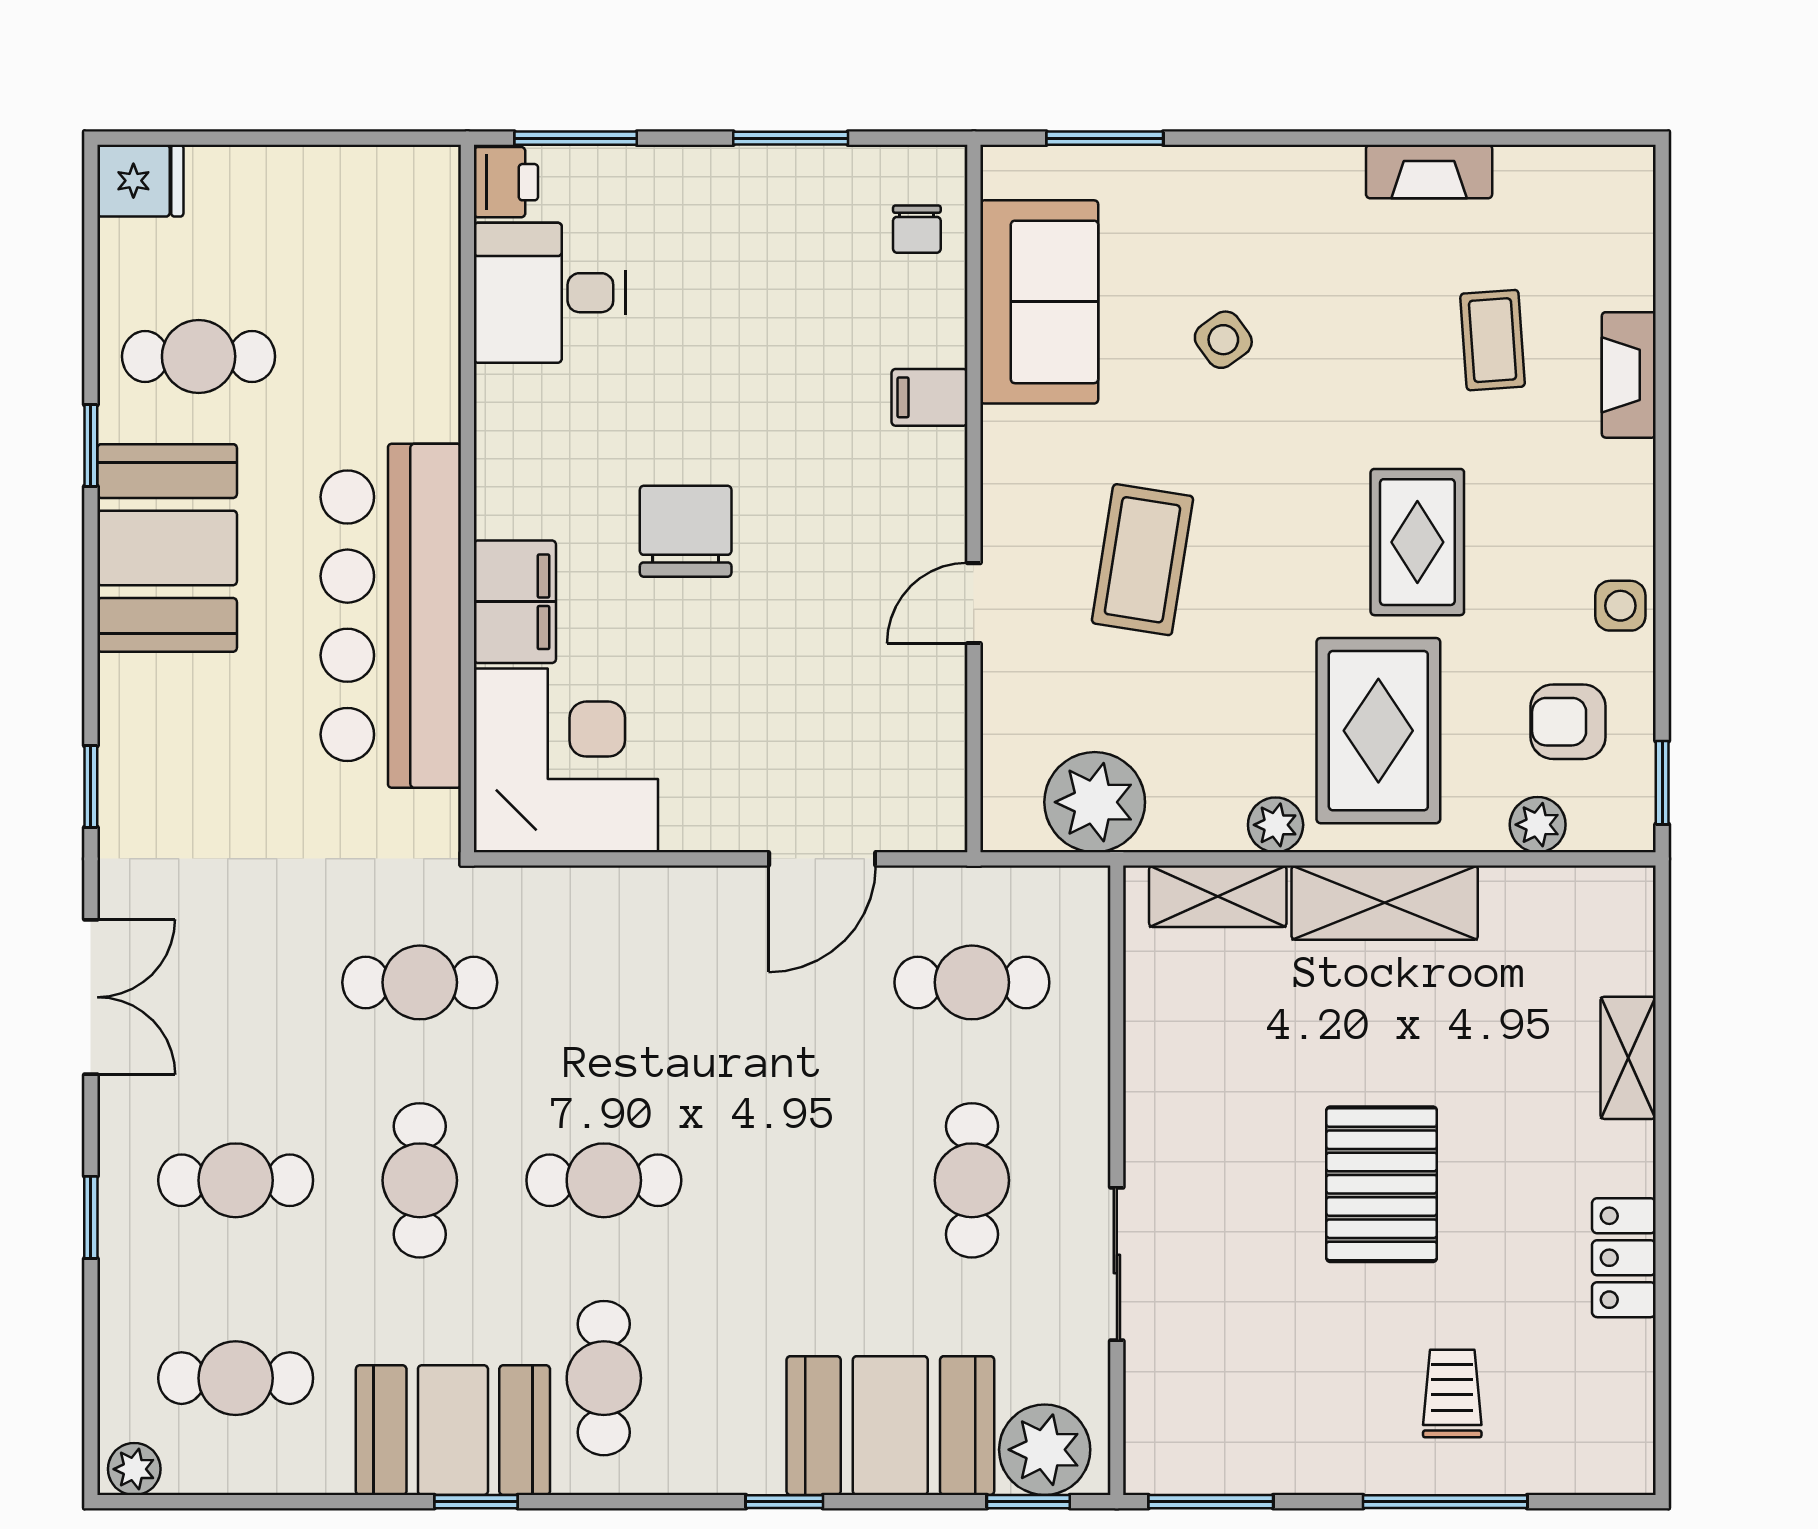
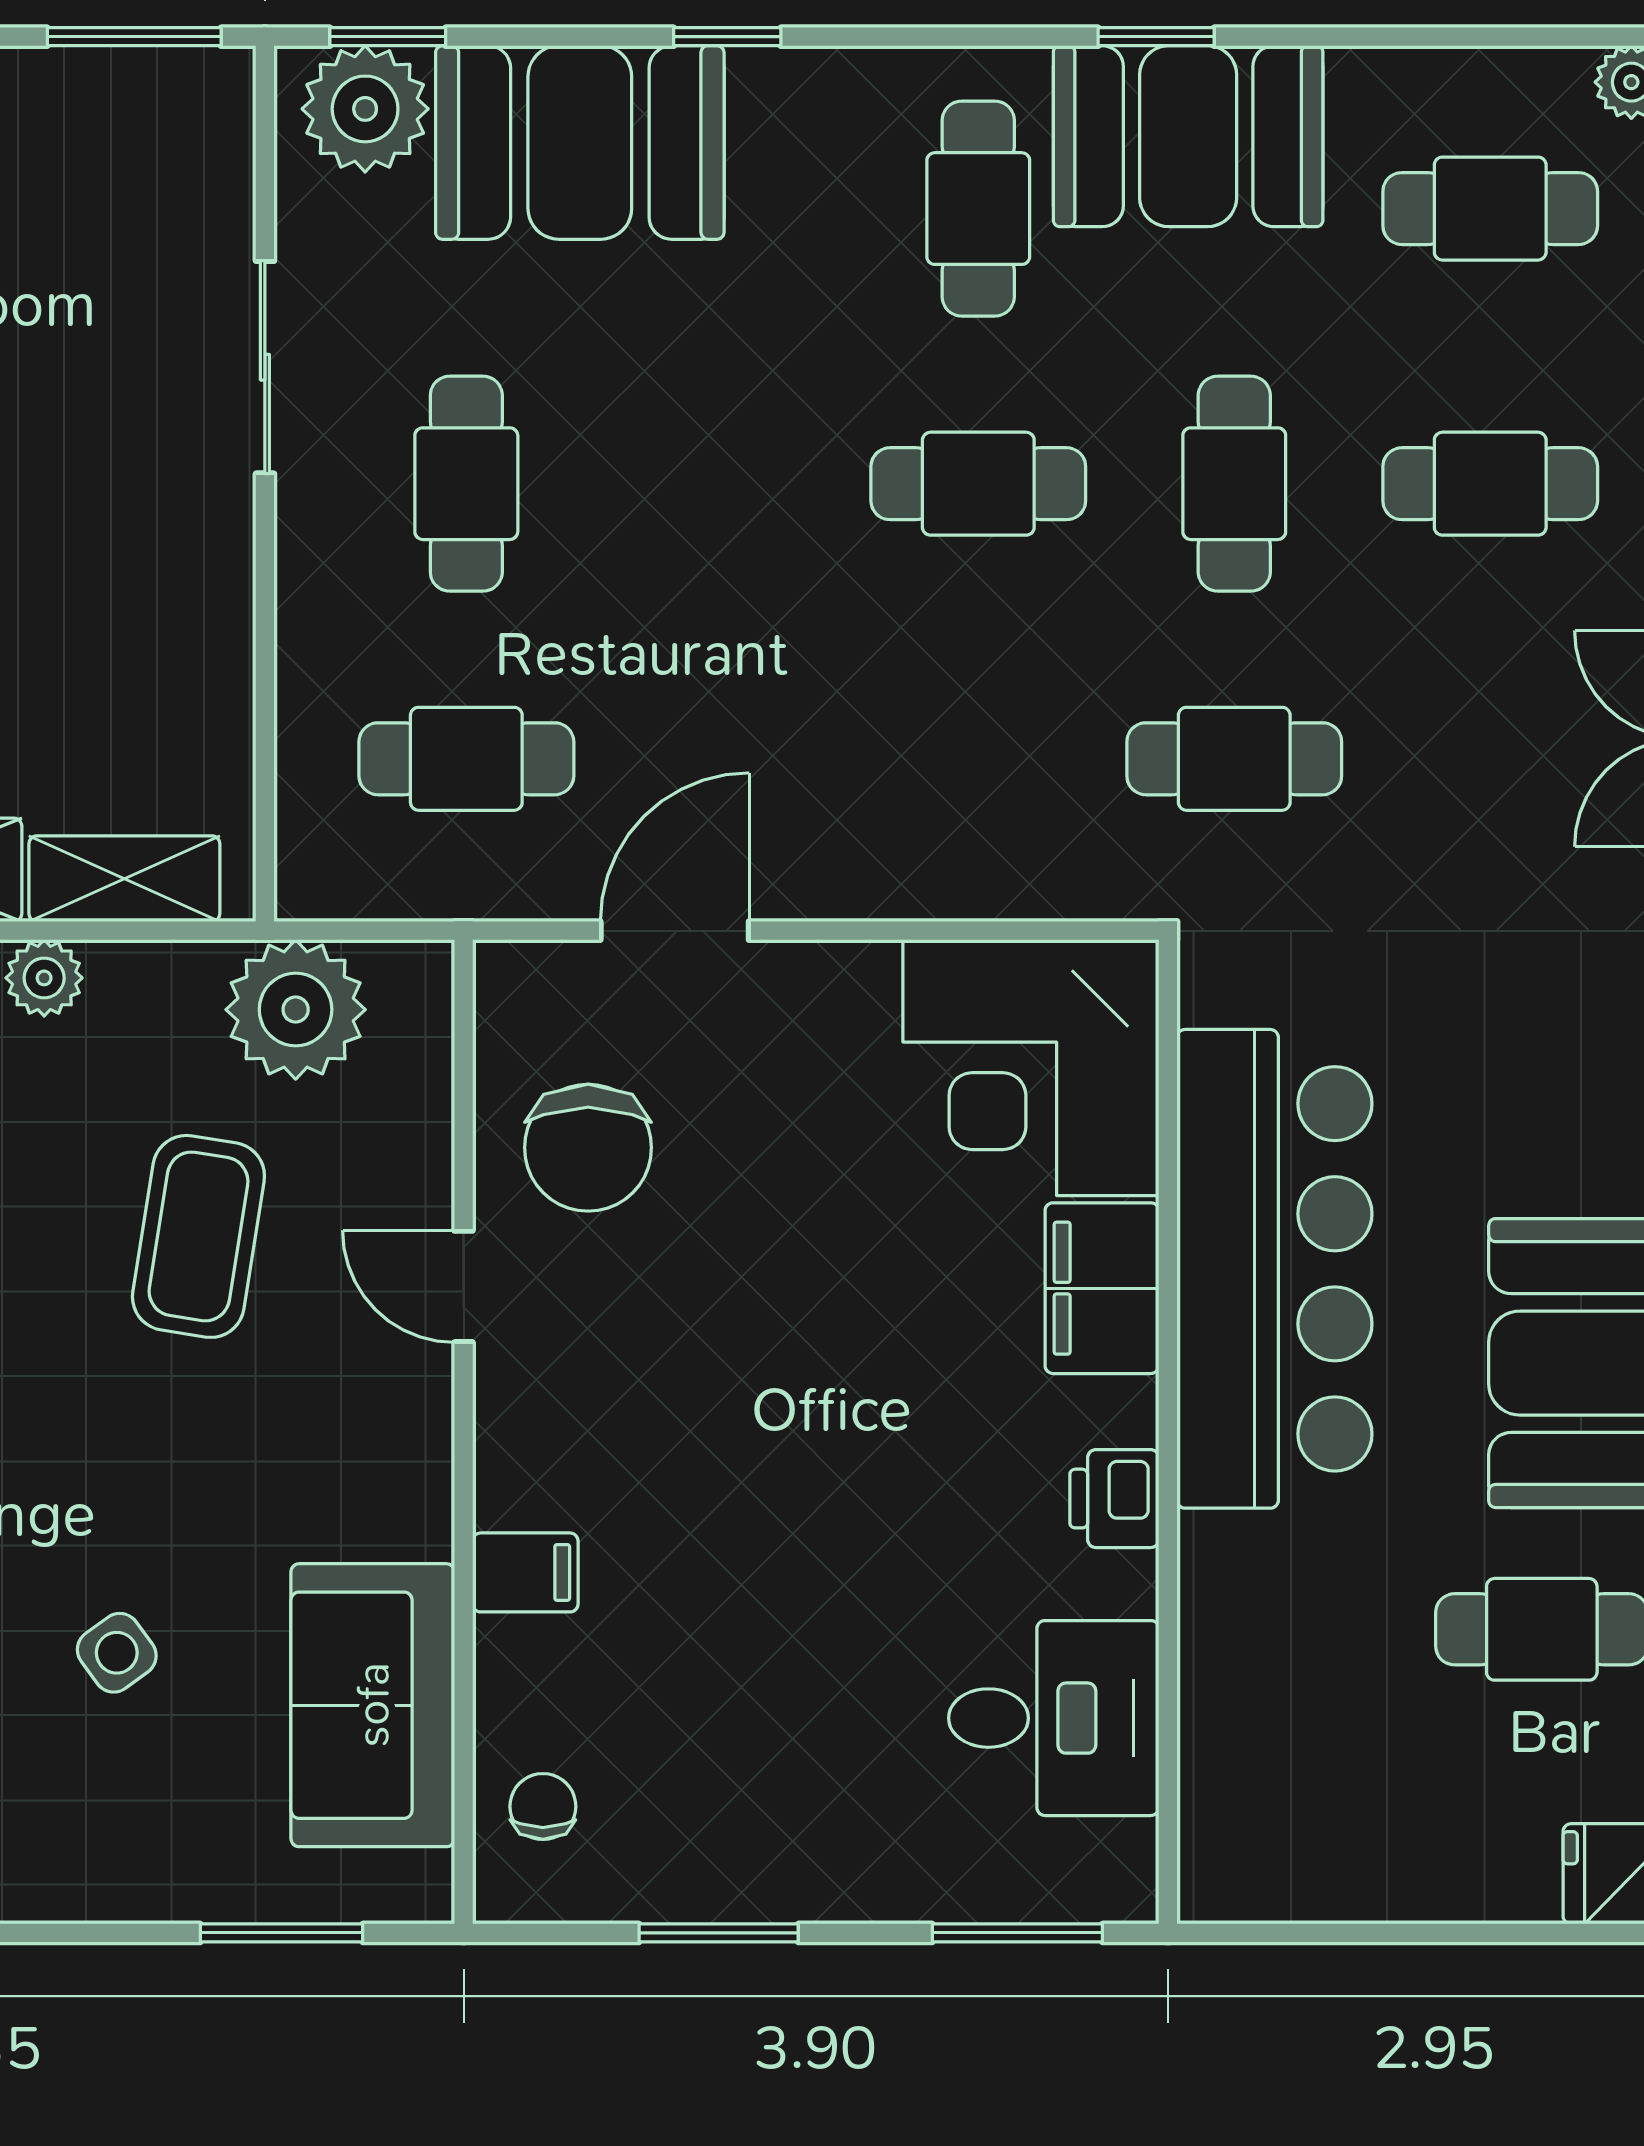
printer: (506, 182) -> (1114, 1499), moved
chair: (686, 531) -> (588, 1148), moved
coffee table: (1142, 560) -> (198, 1236), moved
door: (974, 603) -> (464, 1286), swing flipped

